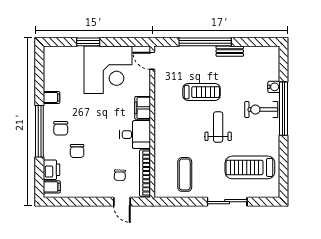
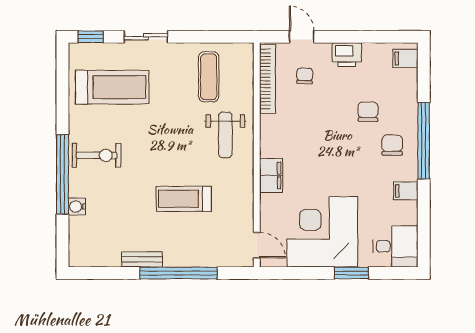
exercise bike: (261, 110) -> (97, 155), moved
weight bench: (218, 127) -> (225, 135), moved
desk: (135, 135) -> (395, 246), moved, turned 180
printer: (52, 170) -> (347, 55), moved, turned -90
sliding door: (227, 202) -> (146, 37), width x0.73
window: (264, 202) -> (91, 37), added

